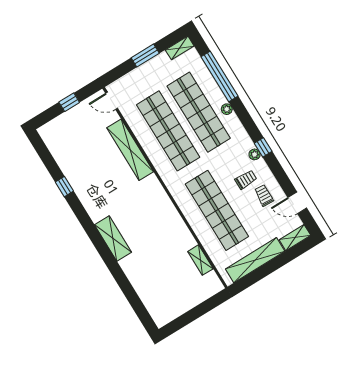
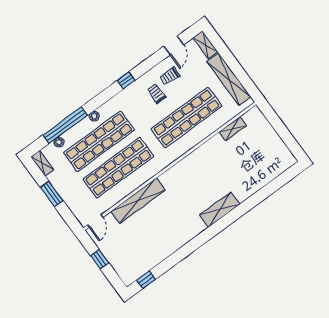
plant: (255, 154) -> (59, 142), moved
window: (64, 187) -> (146, 280), moved

